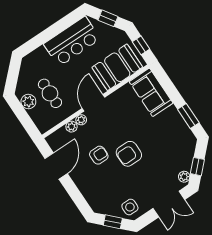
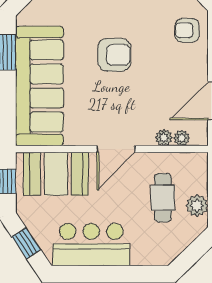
sofa: (151, 92) -> (40, 86), width x1.85, depth x1.27
plant: (81, 120) -> (182, 138), moved
armchair: (99, 155) -> (187, 30), moved

